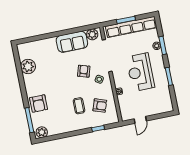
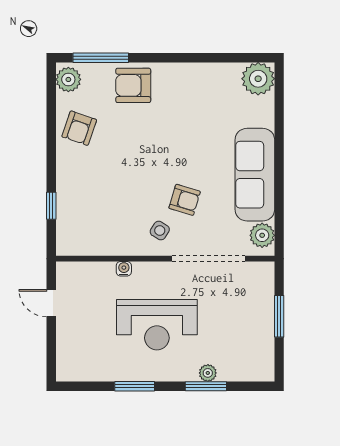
row of seats: (131, 27) -> (261, 325), removed
sofa: (72, 42) -> (255, 175), width x1.36
plant: (28, 66) -> (258, 79), moved
reception desk: (140, 72) -> (157, 325), turned 180
coffee table: (79, 106) -> (110, 174), removed
armchair: (100, 106) -> (79, 128), moved

